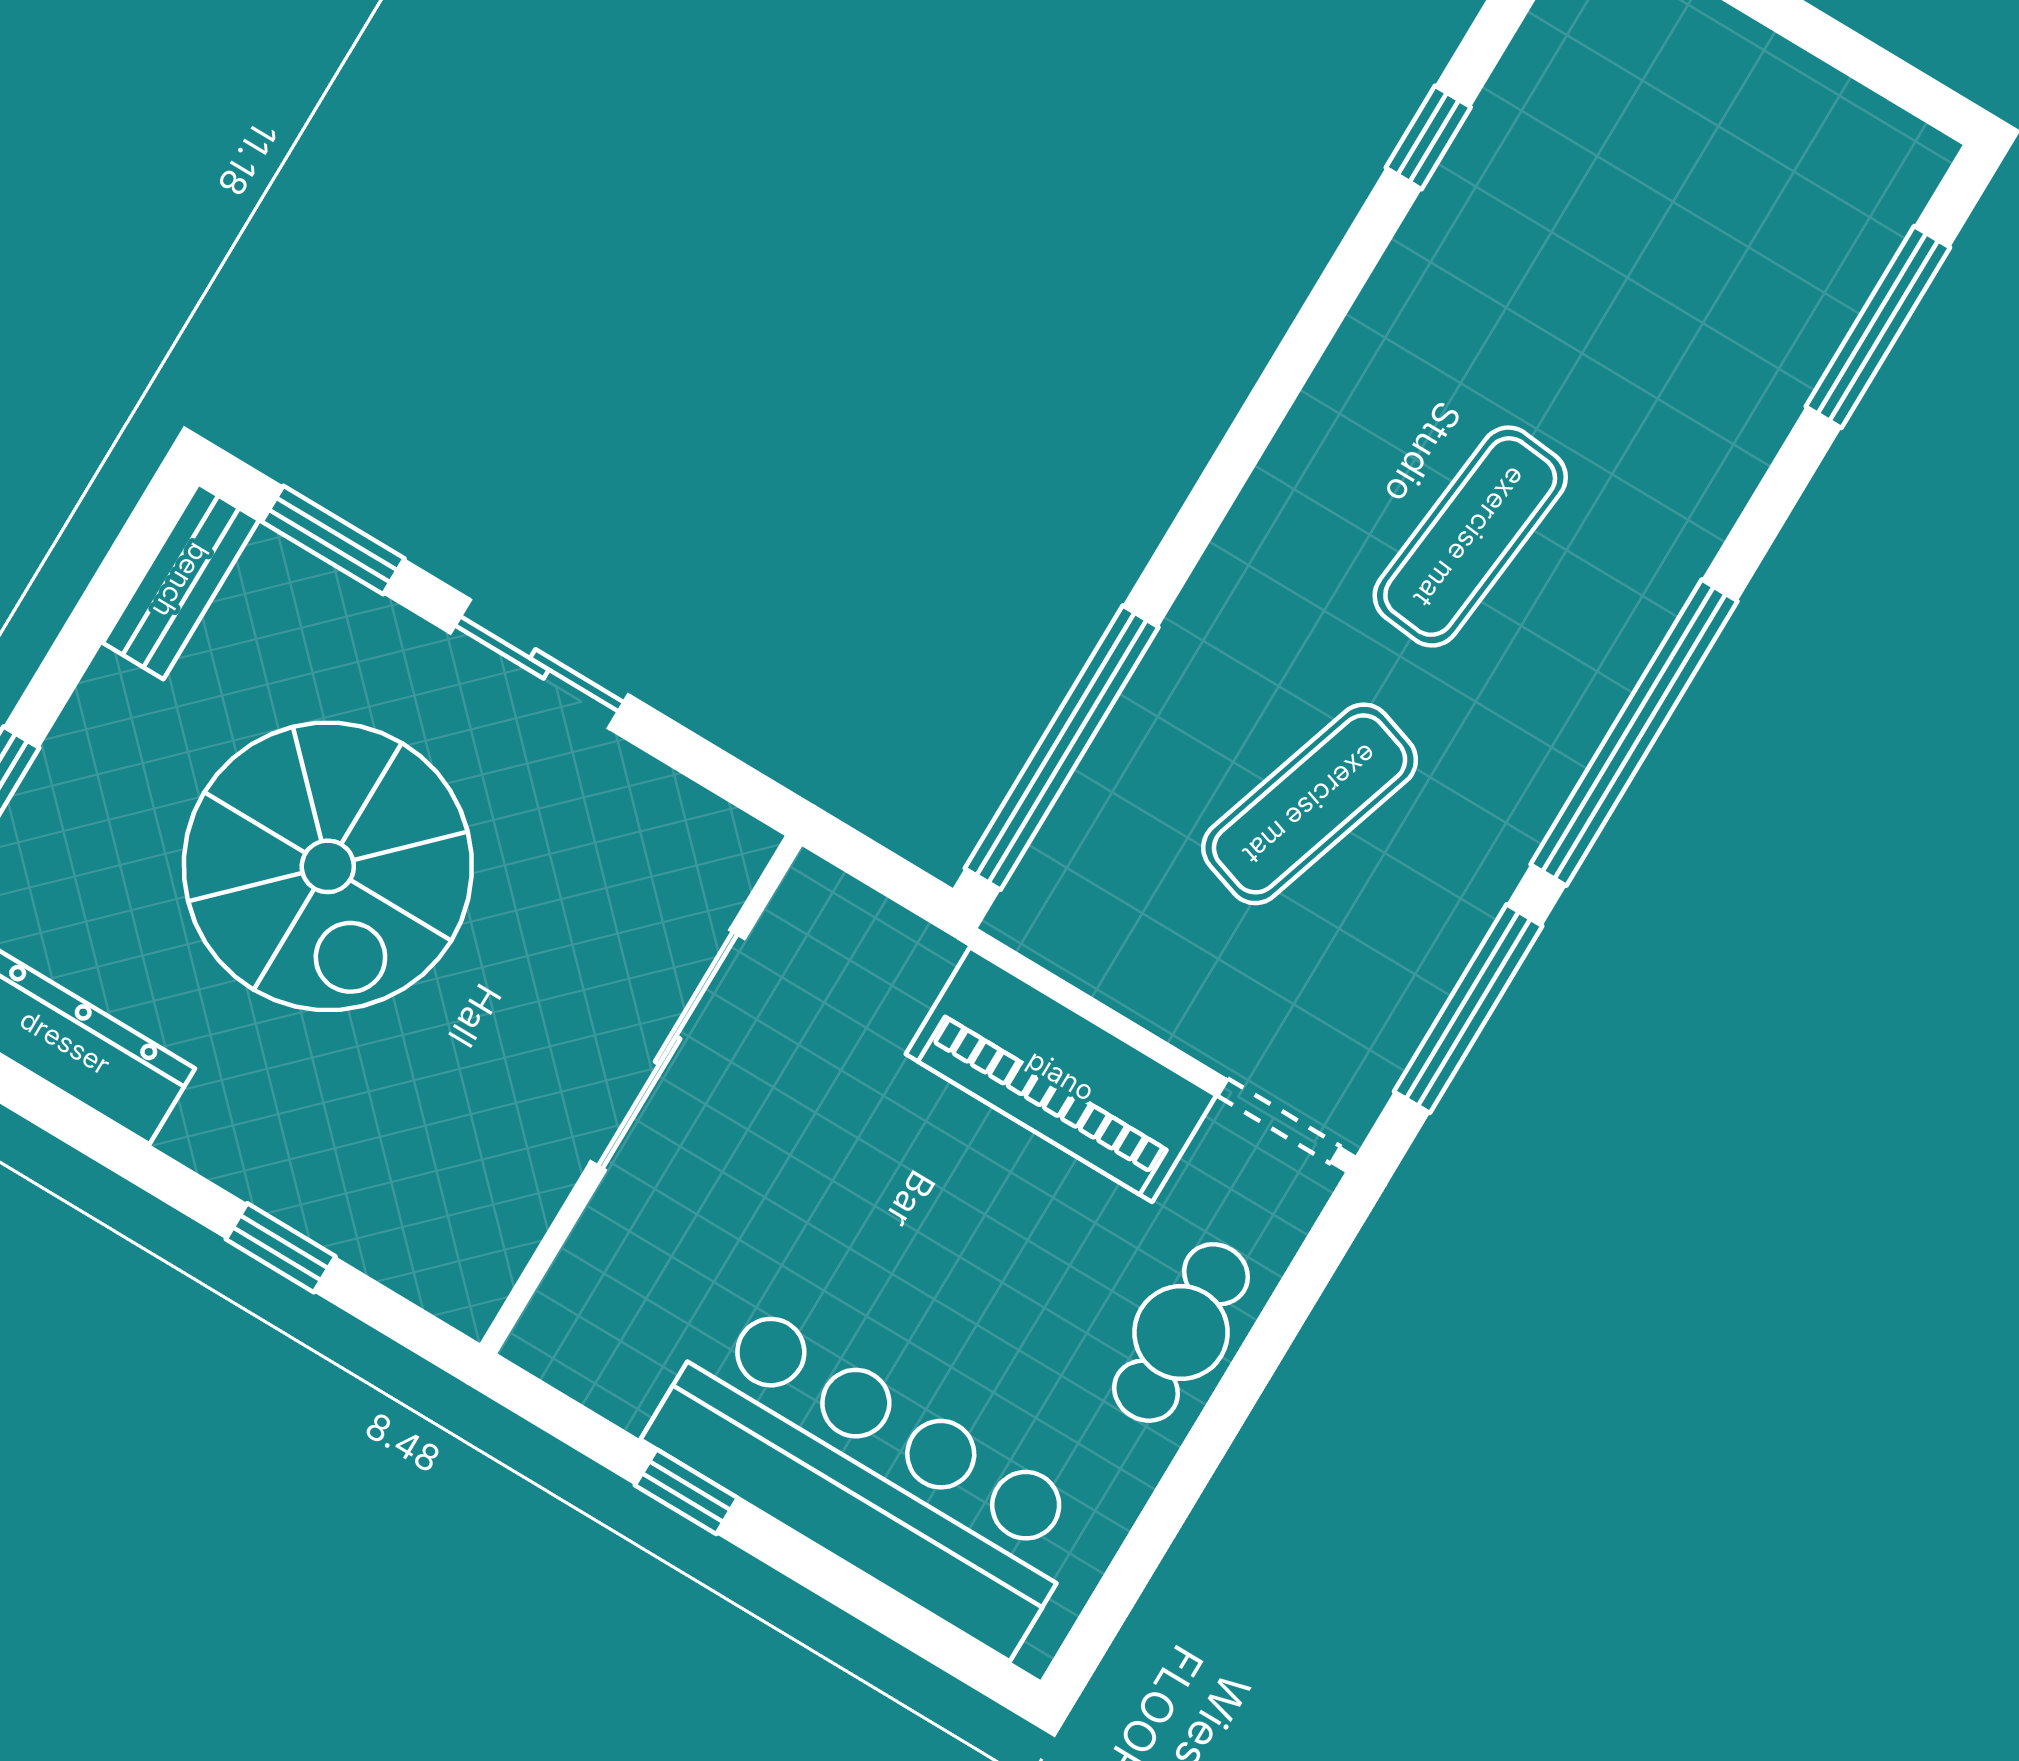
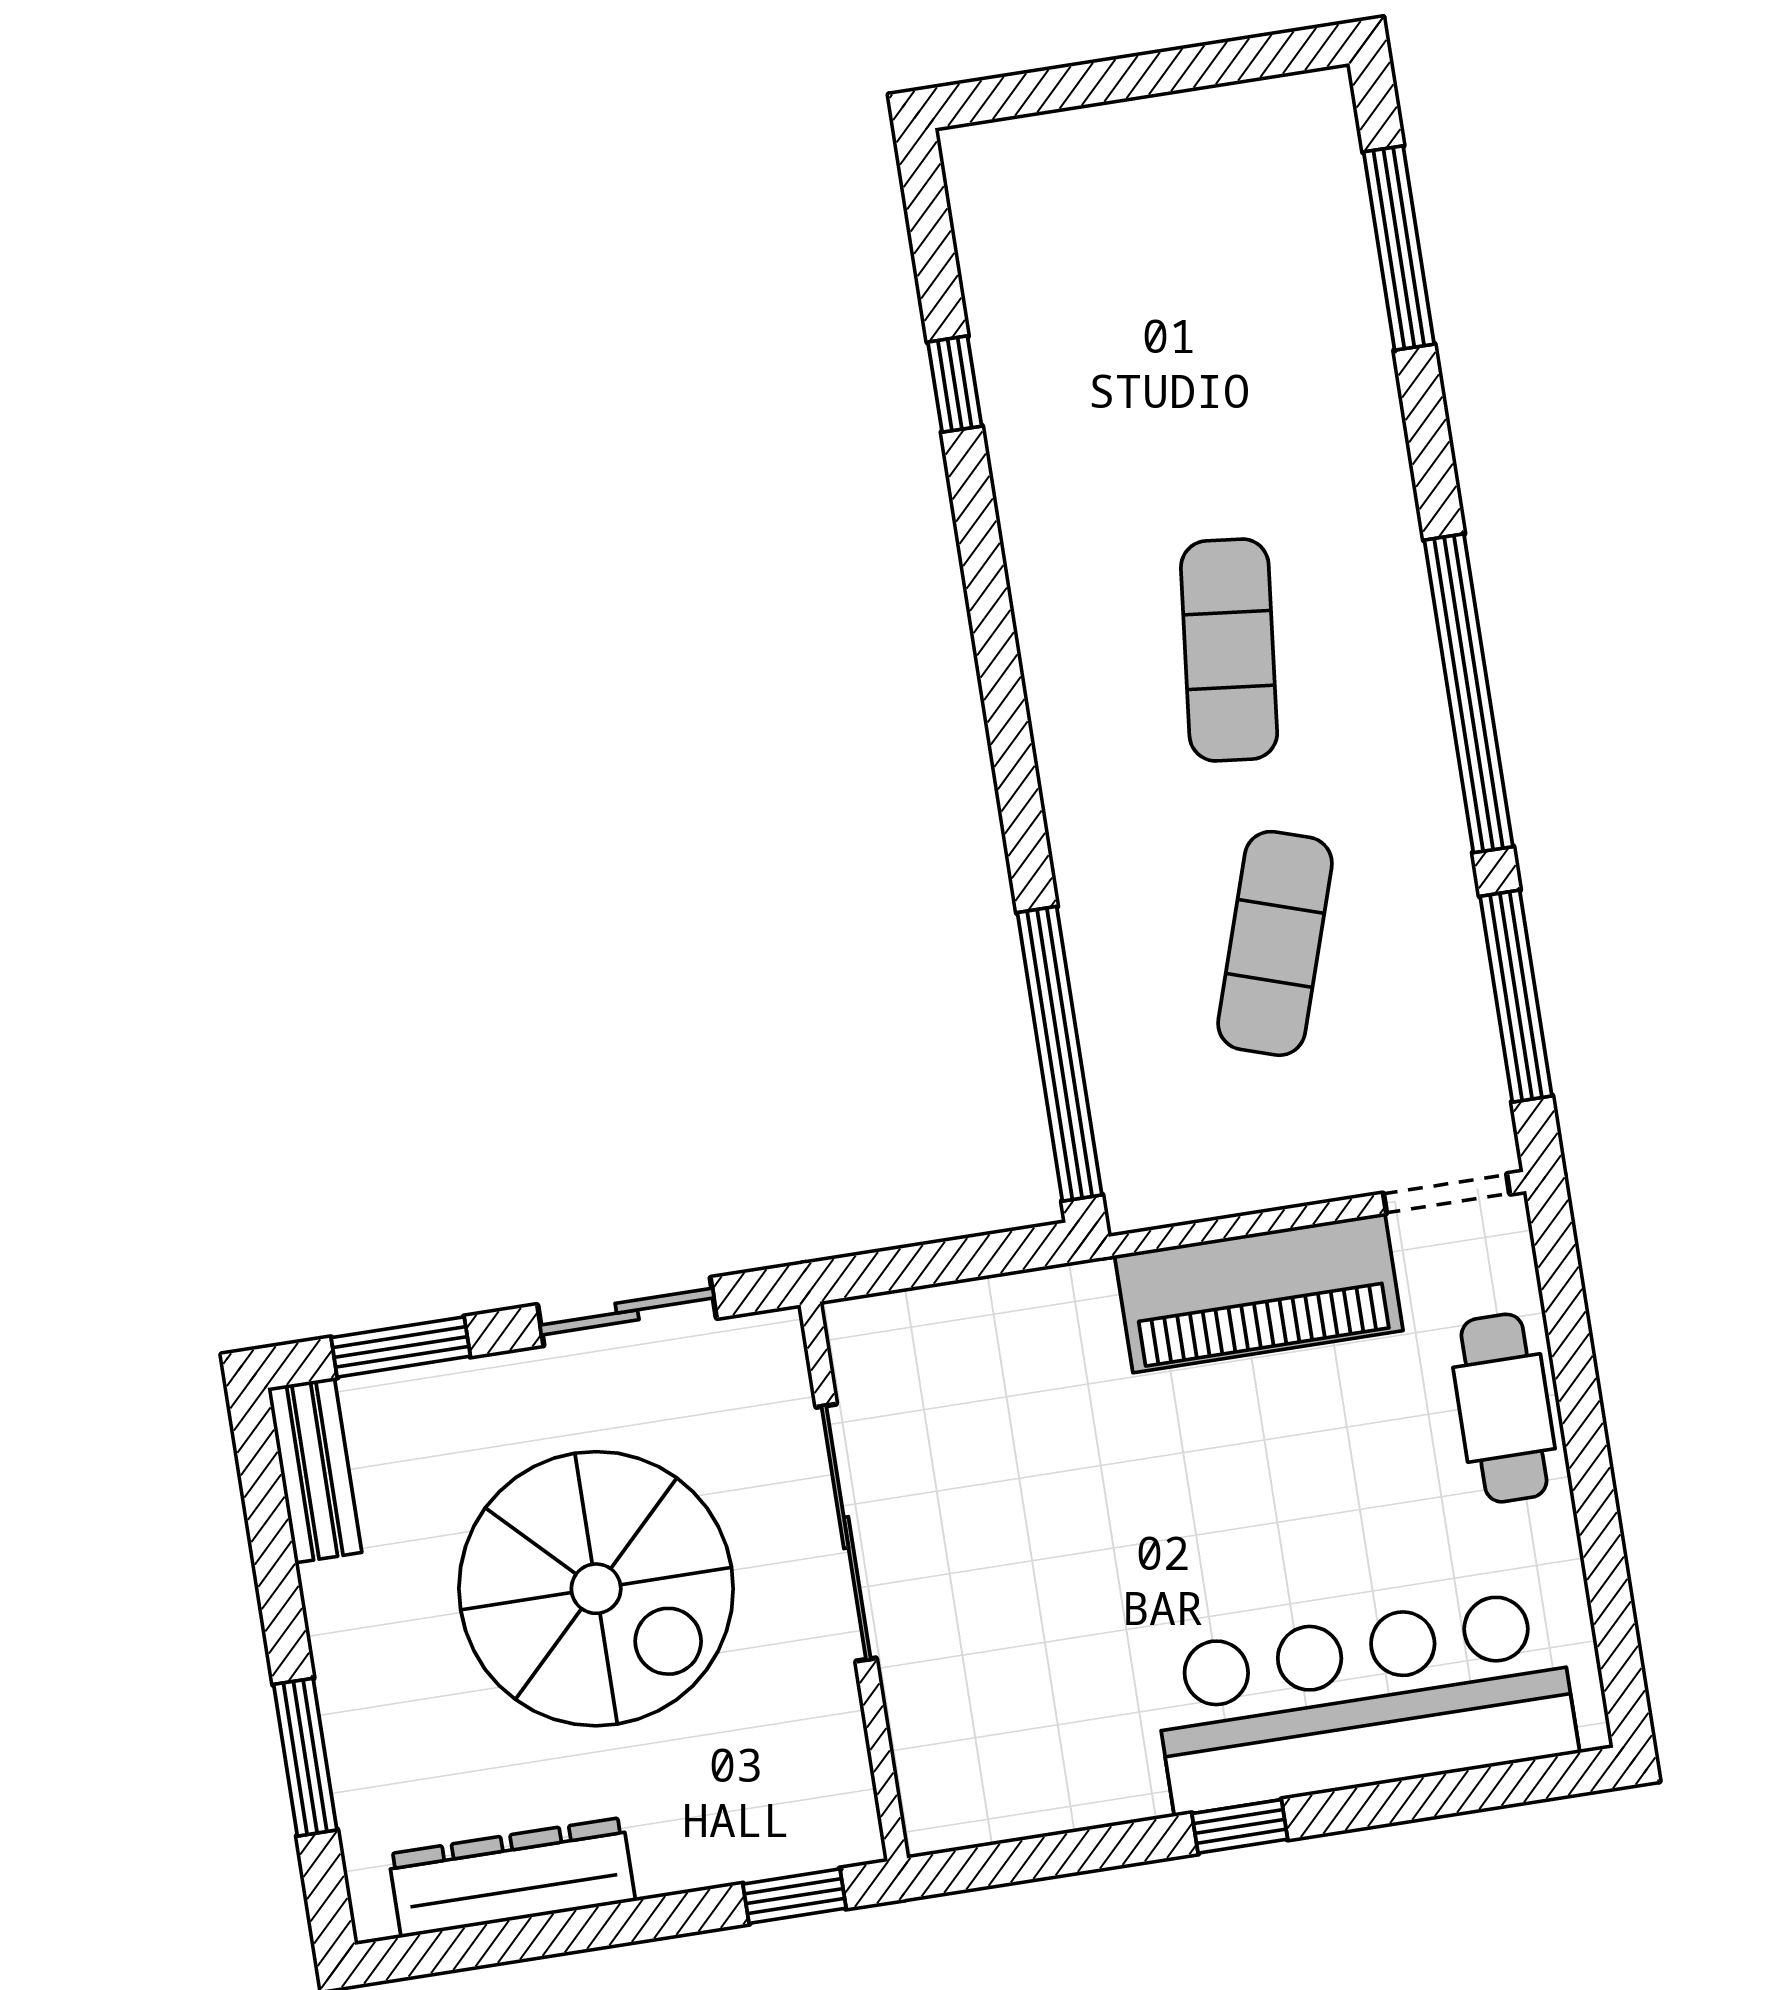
sliding door: (668, 1050) -> (846, 1533), moved
wall: (641, 1095) -> (854, 1581), moved

